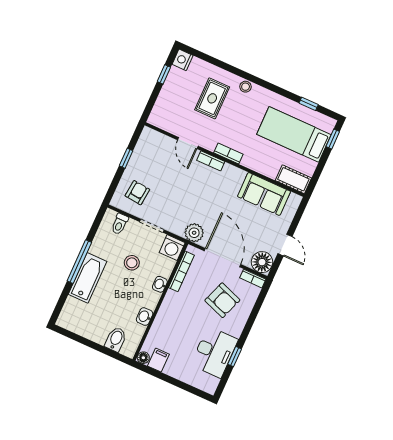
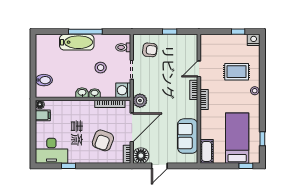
washbasin: (145, 317) -> (82, 93), moved
desk: (214, 352) -> (51, 151), moved

